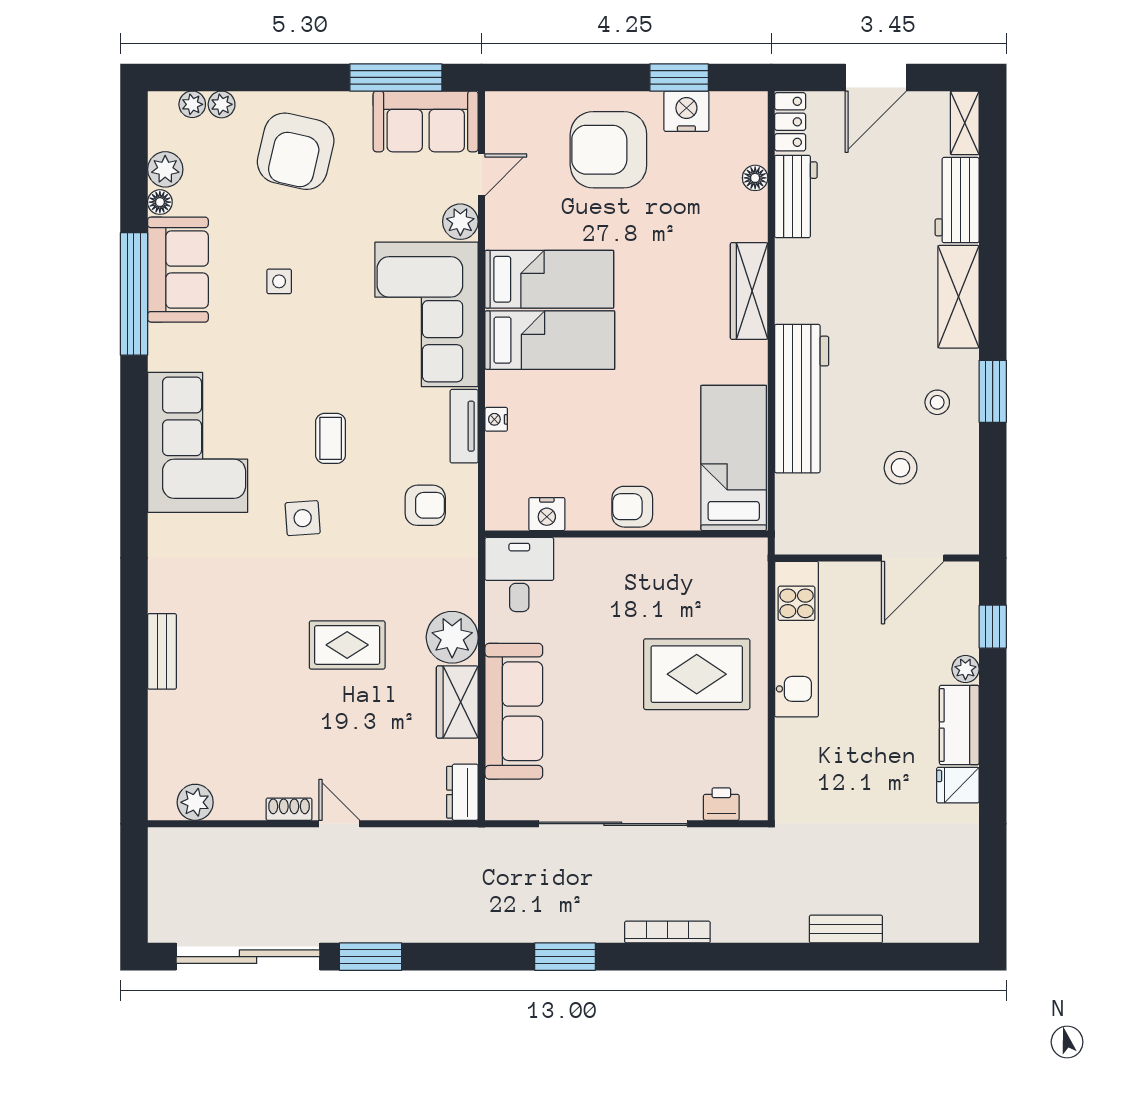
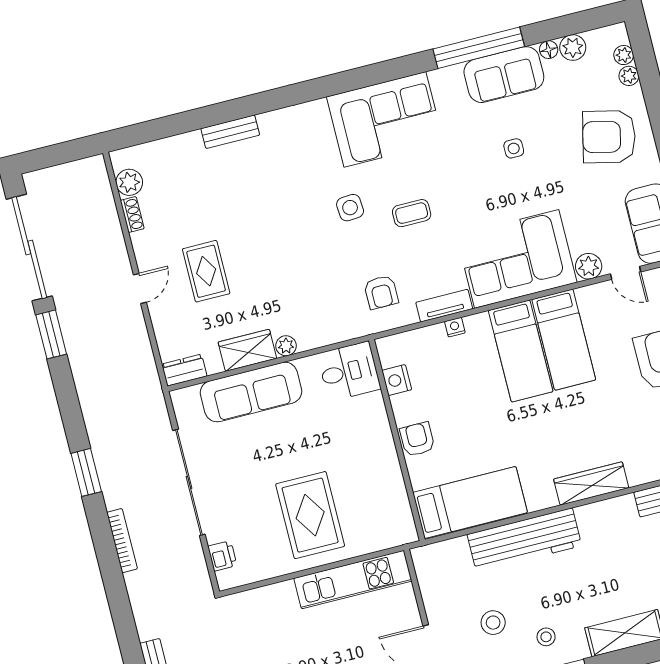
plant: (452, 637) -> (286, 346), width x0.53, depth x0.53
rug: (347, 645) -> (206, 271), moved
shoe rack: (289, 809) -> (132, 215), moved

